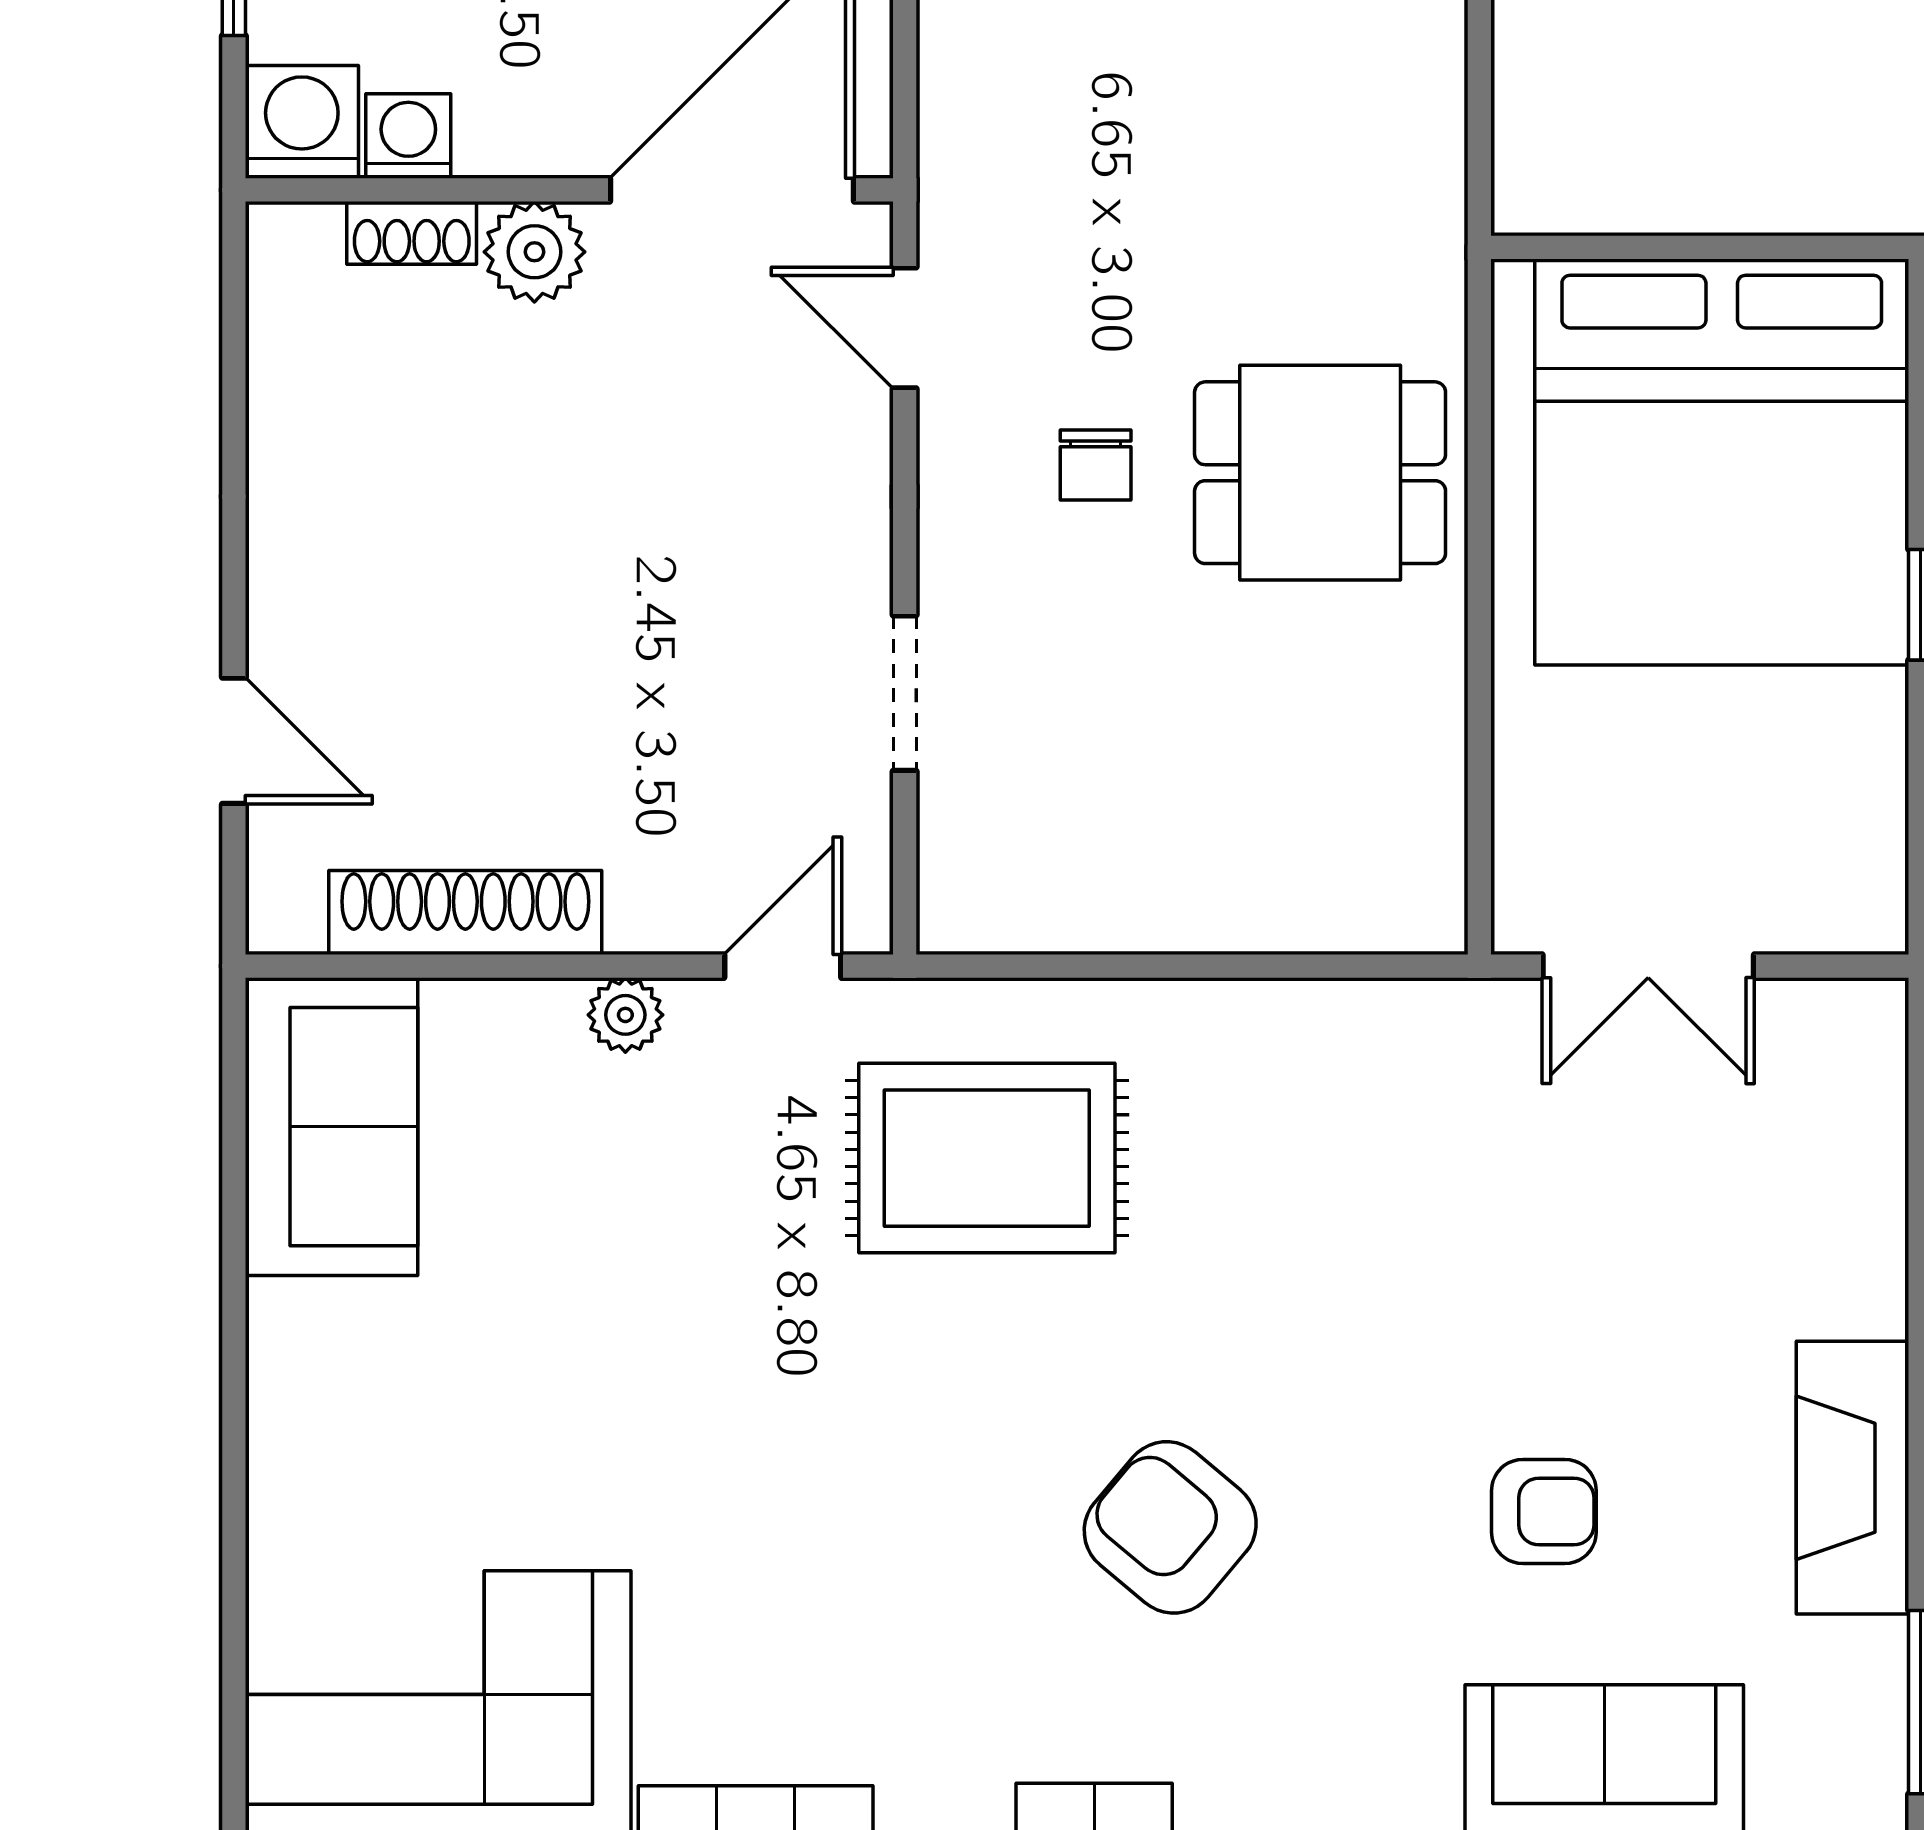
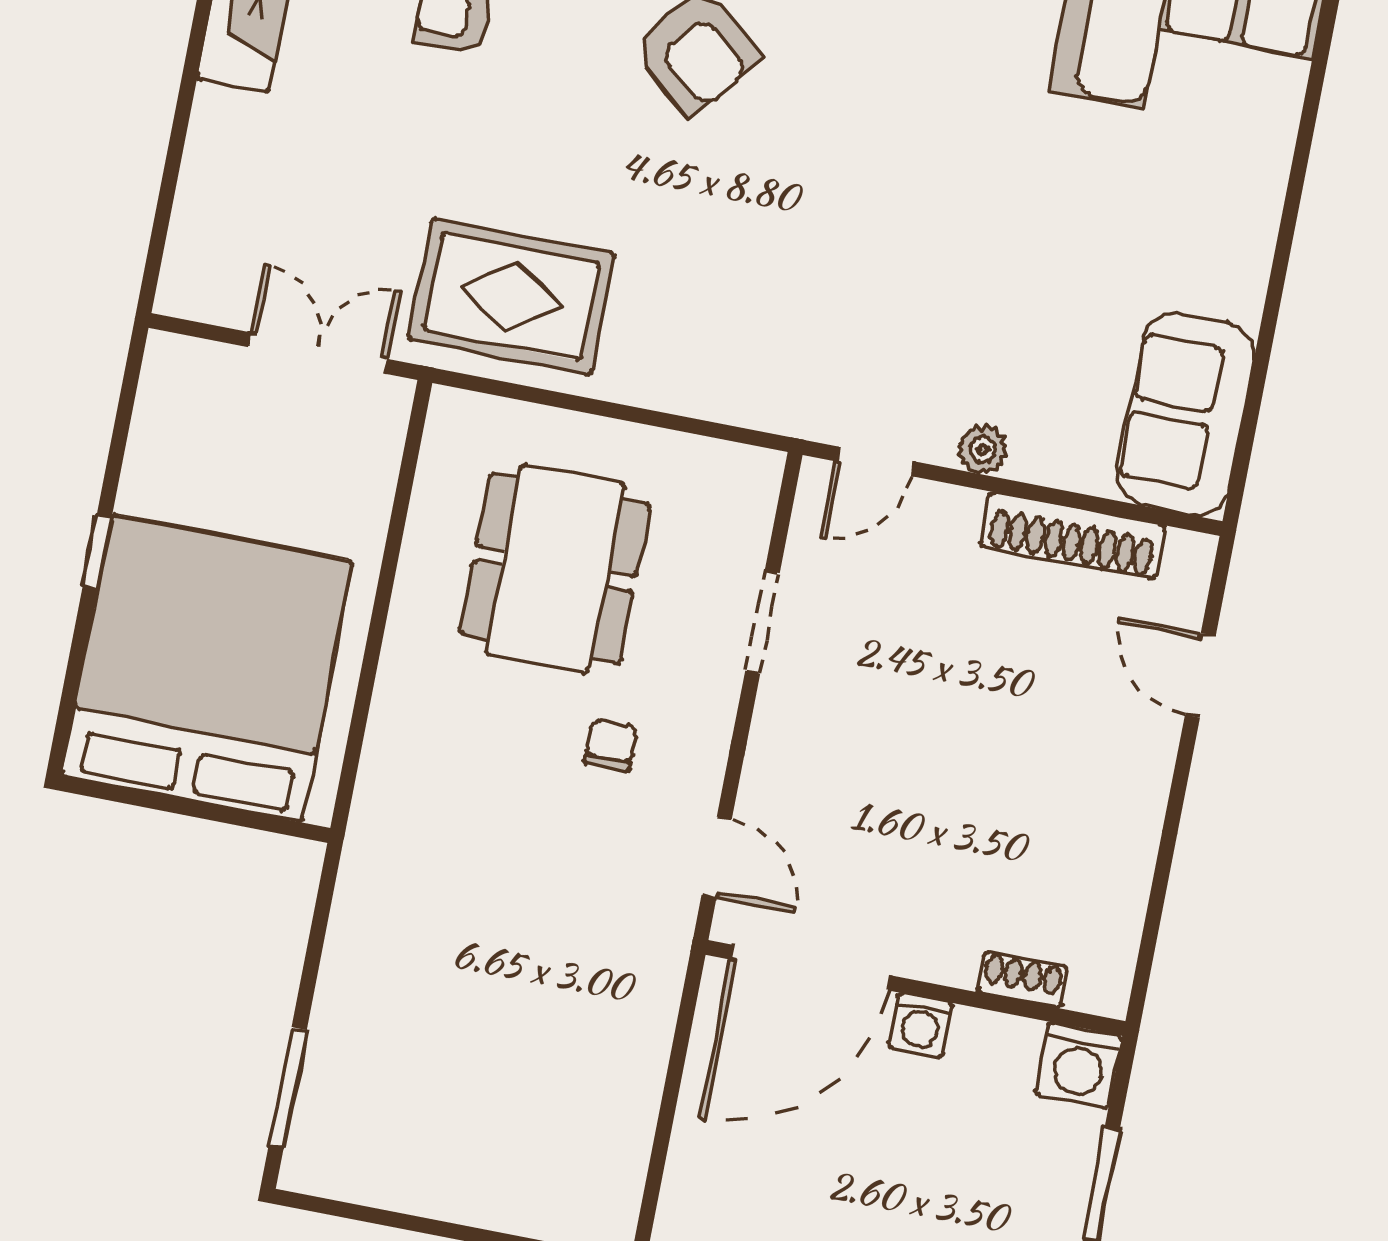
washing machine: (408, 136) -> (921, 1025), moved
plant: (534, 252) -> (945, 952), removed
dining table: (1320, 473) -> (555, 569), moved, width x1.38
rug: (987, 1158) -> (512, 297), moved

